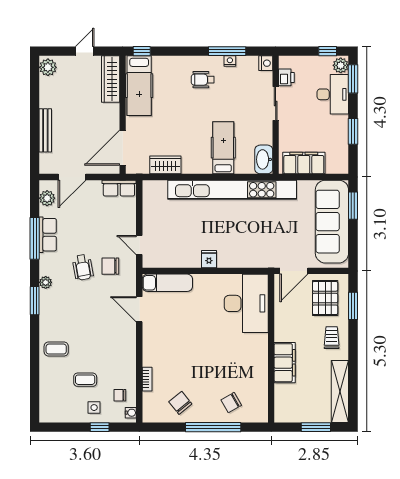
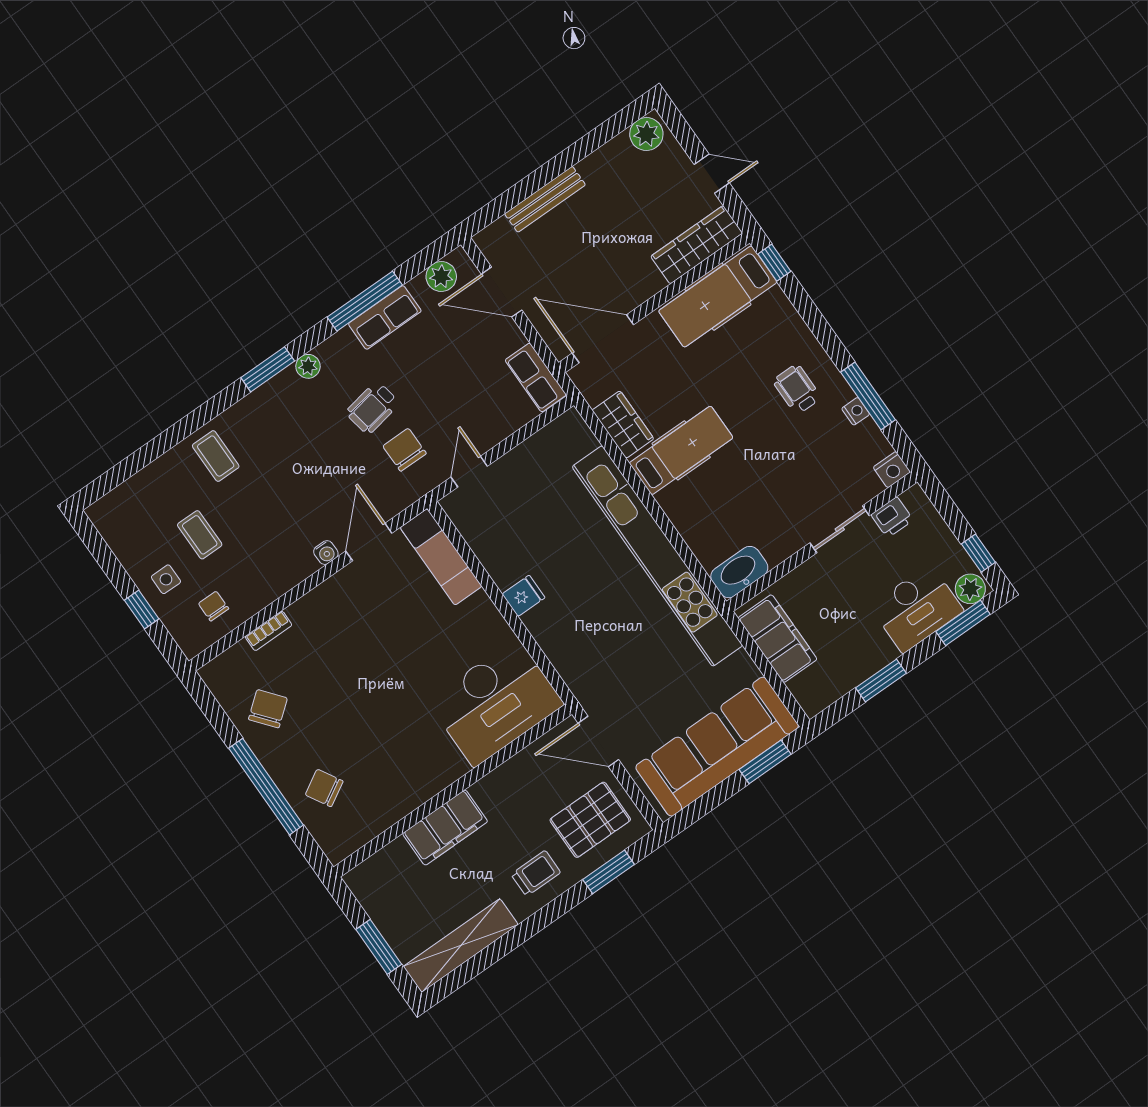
hospital bed: (223, 148) -> (681, 450), moved
water cooler: (131, 413) -> (326, 553), moved

